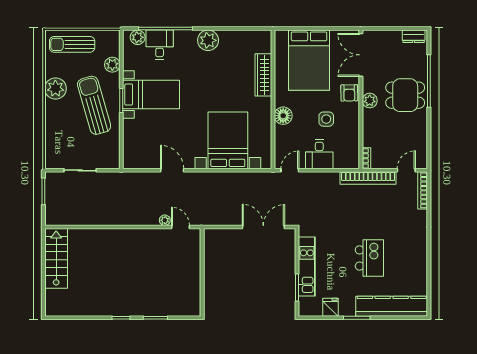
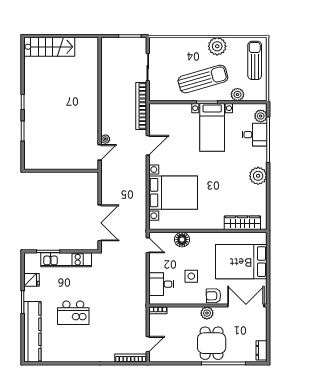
wardrobe: (263, 75) -> (242, 223), moved
floor lamp: (283, 116) -> (182, 240), moved
desk: (319, 154) -> (161, 284), moved
door: (406, 170) -> (148, 344), hinge flipped
bookcase: (368, 178) -> (141, 106), moved
stairs: (56, 258) -> (49, 47), moved

